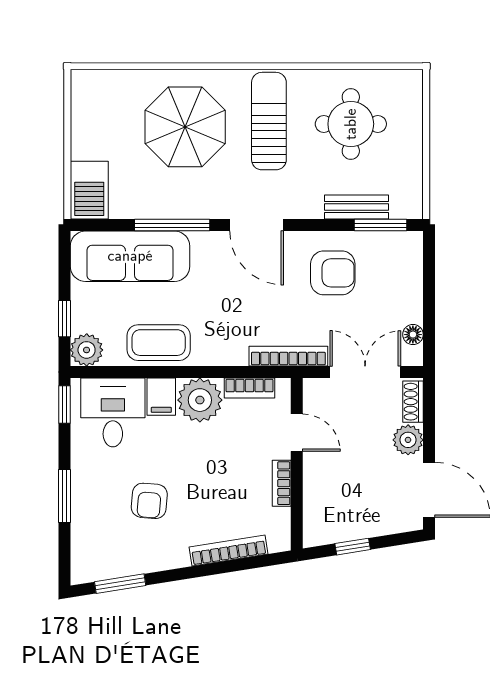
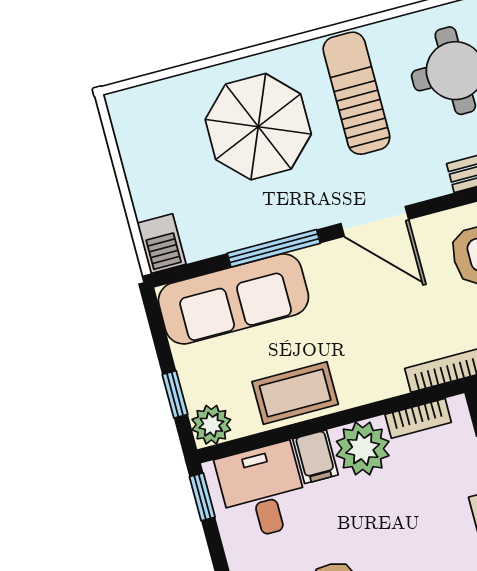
barbecue: (89, 190) -> (162, 244), width x0.73, depth x0.79

